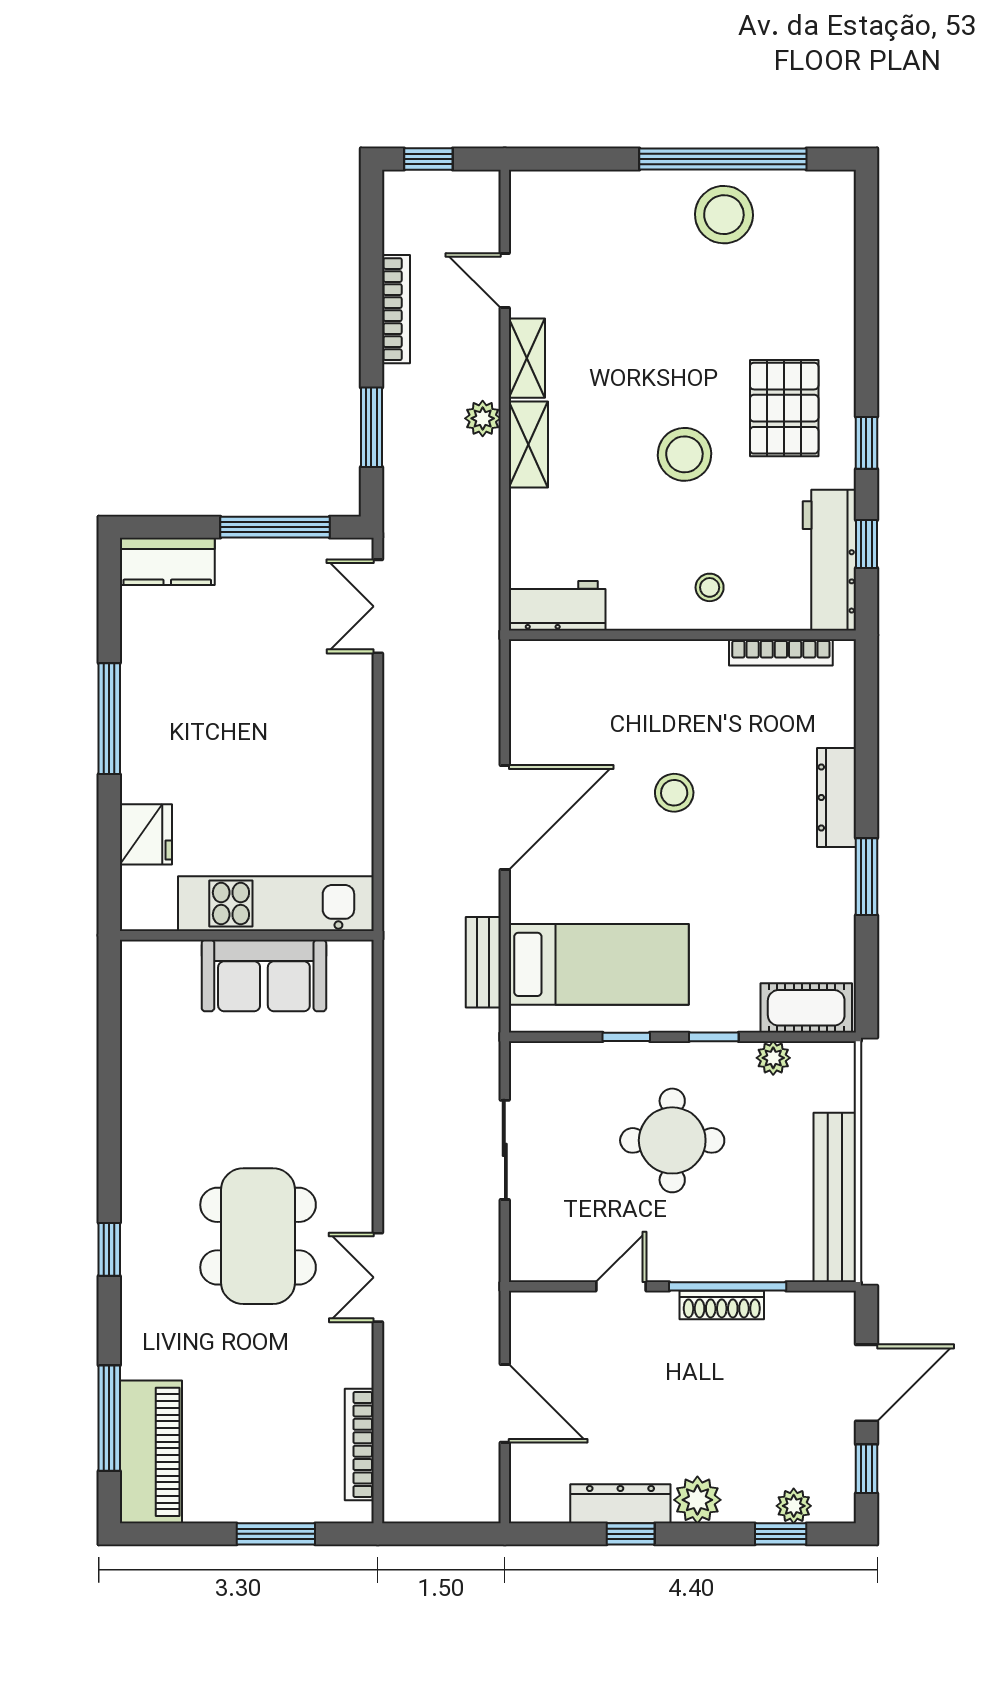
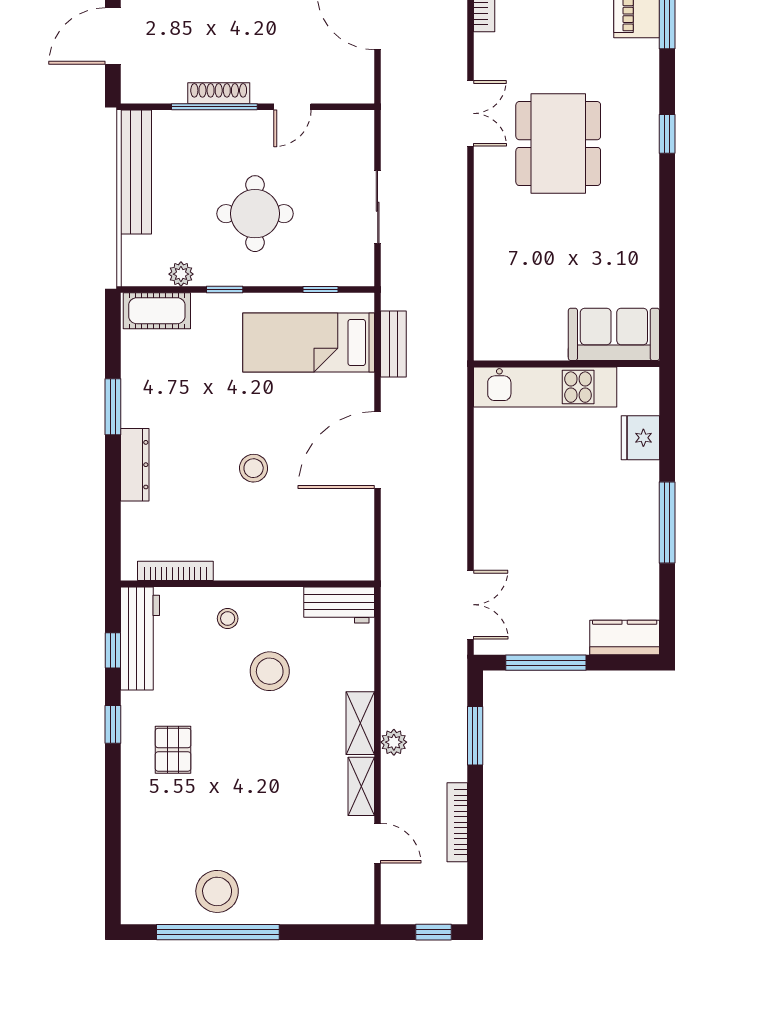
pallet: (784, 408) -> (173, 750), width x0.67, depth x0.71
stool: (684, 454) -> (270, 671), moved
sofa: (264, 975) -> (614, 334), moved
window: (626, 1037) -> (320, 289), moved

